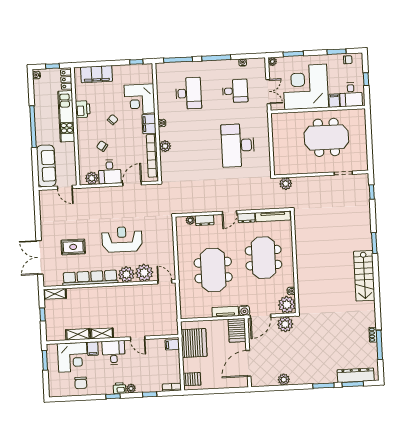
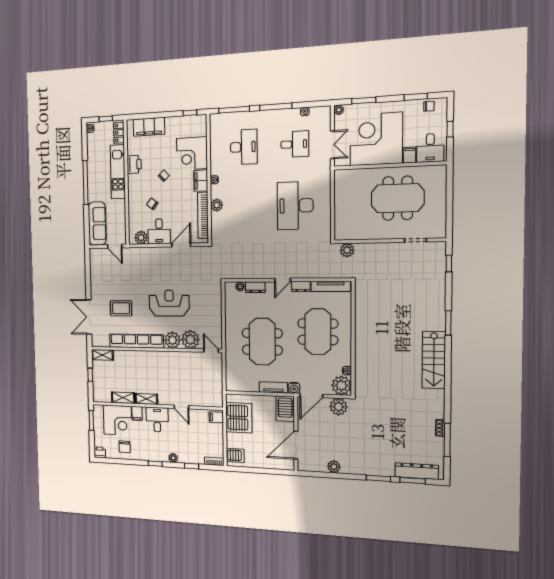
printer: (120, 388) -> (100, 452), moved

